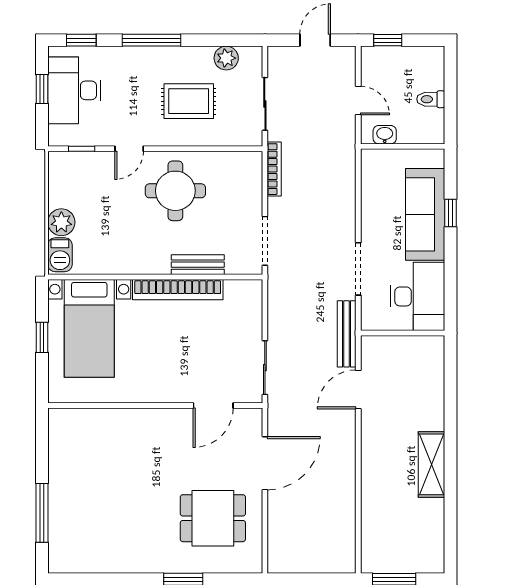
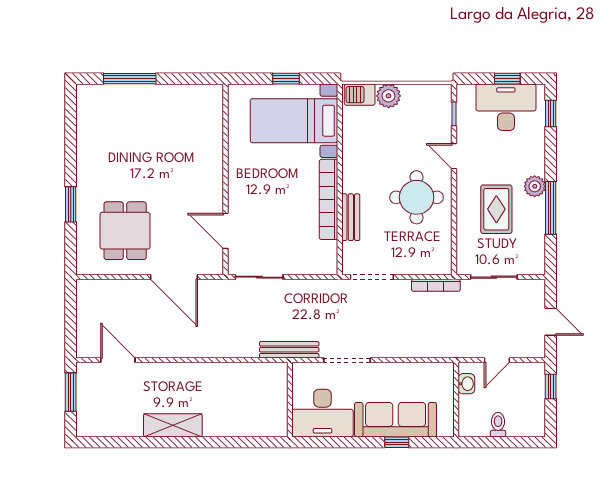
window: (152, 40) -> (551, 208), moved
plant: (226, 58) -> (535, 186), moved
door: (358, 389) -> (118, 360), moved

